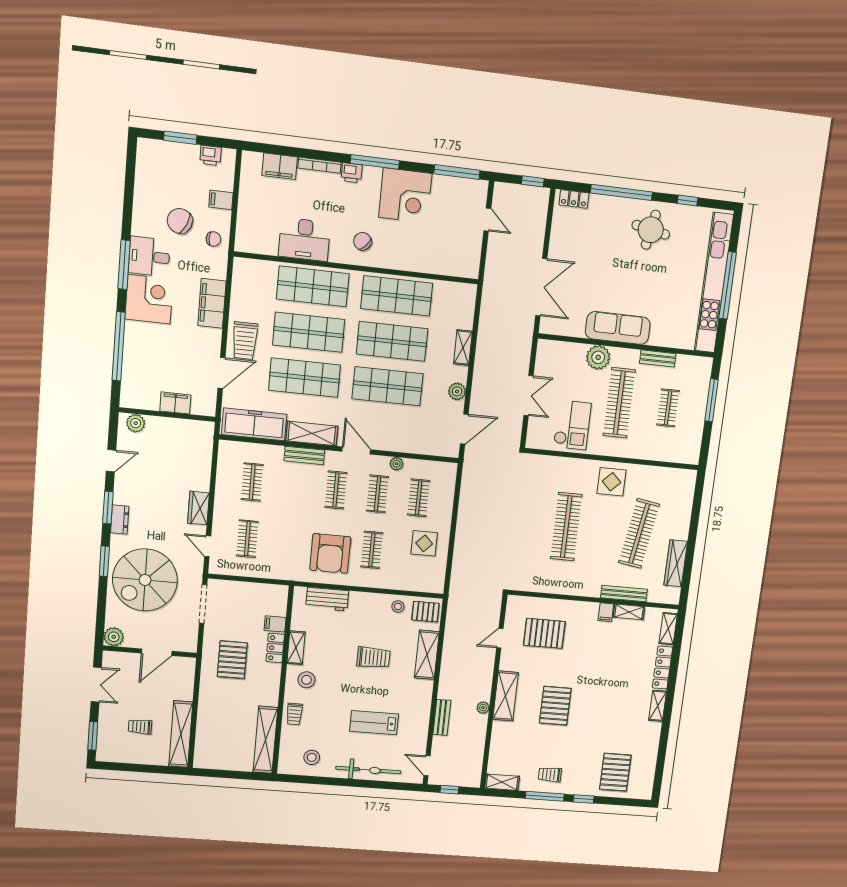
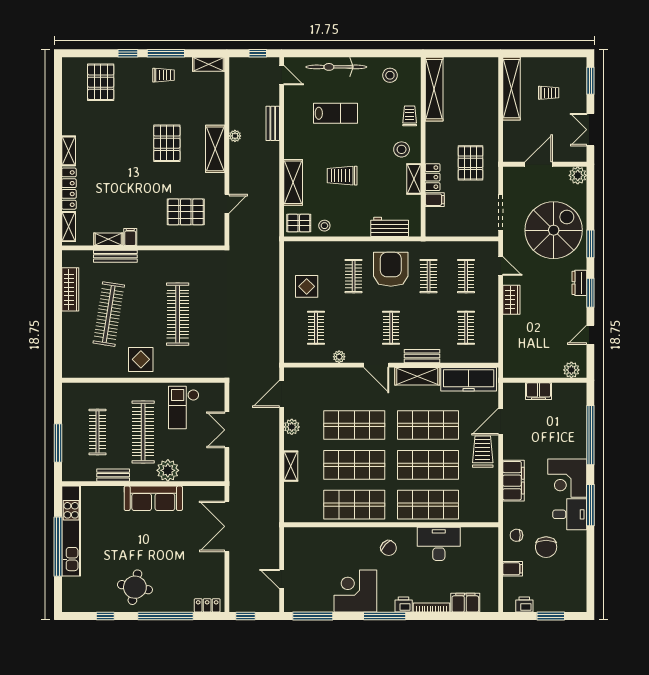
chair: (180, 221) -> (546, 547), turned 65
kitchen unit: (714, 283) -> (71, 531), width x0.73
clothes rail: (668, 408) -> (97, 432), width x1.36
clothes rail: (377, 494) -> (429, 276), moved

